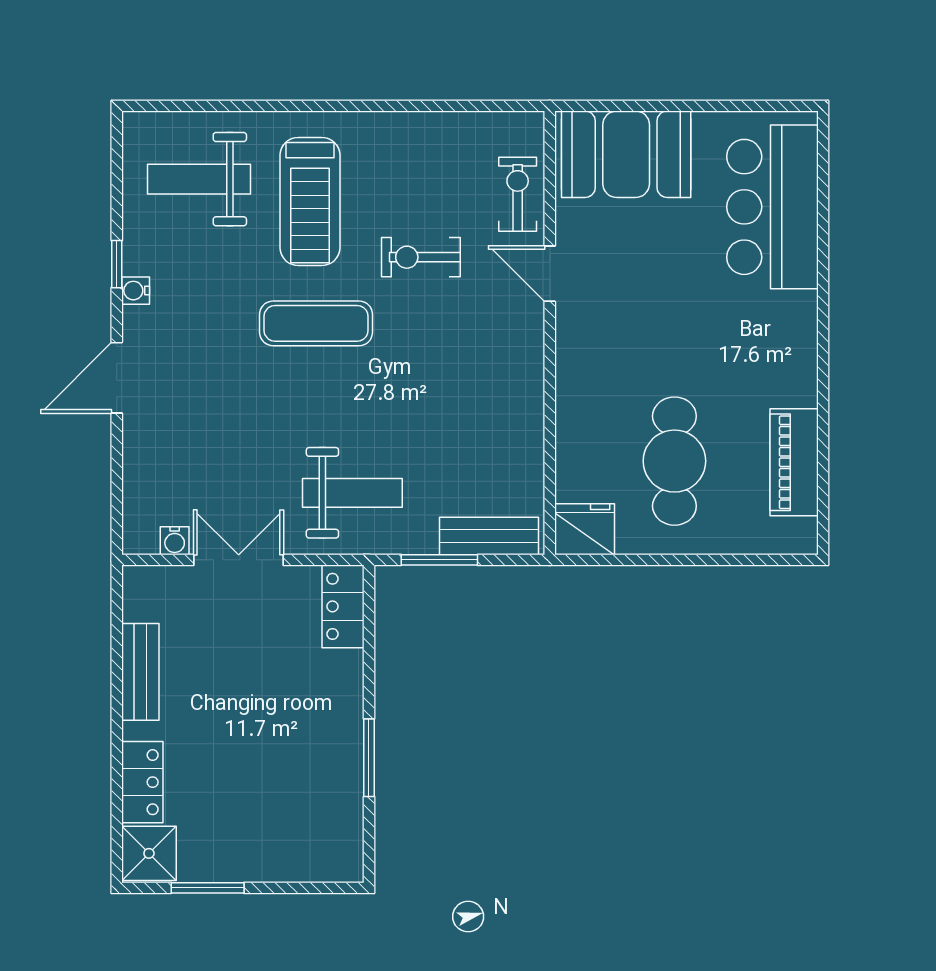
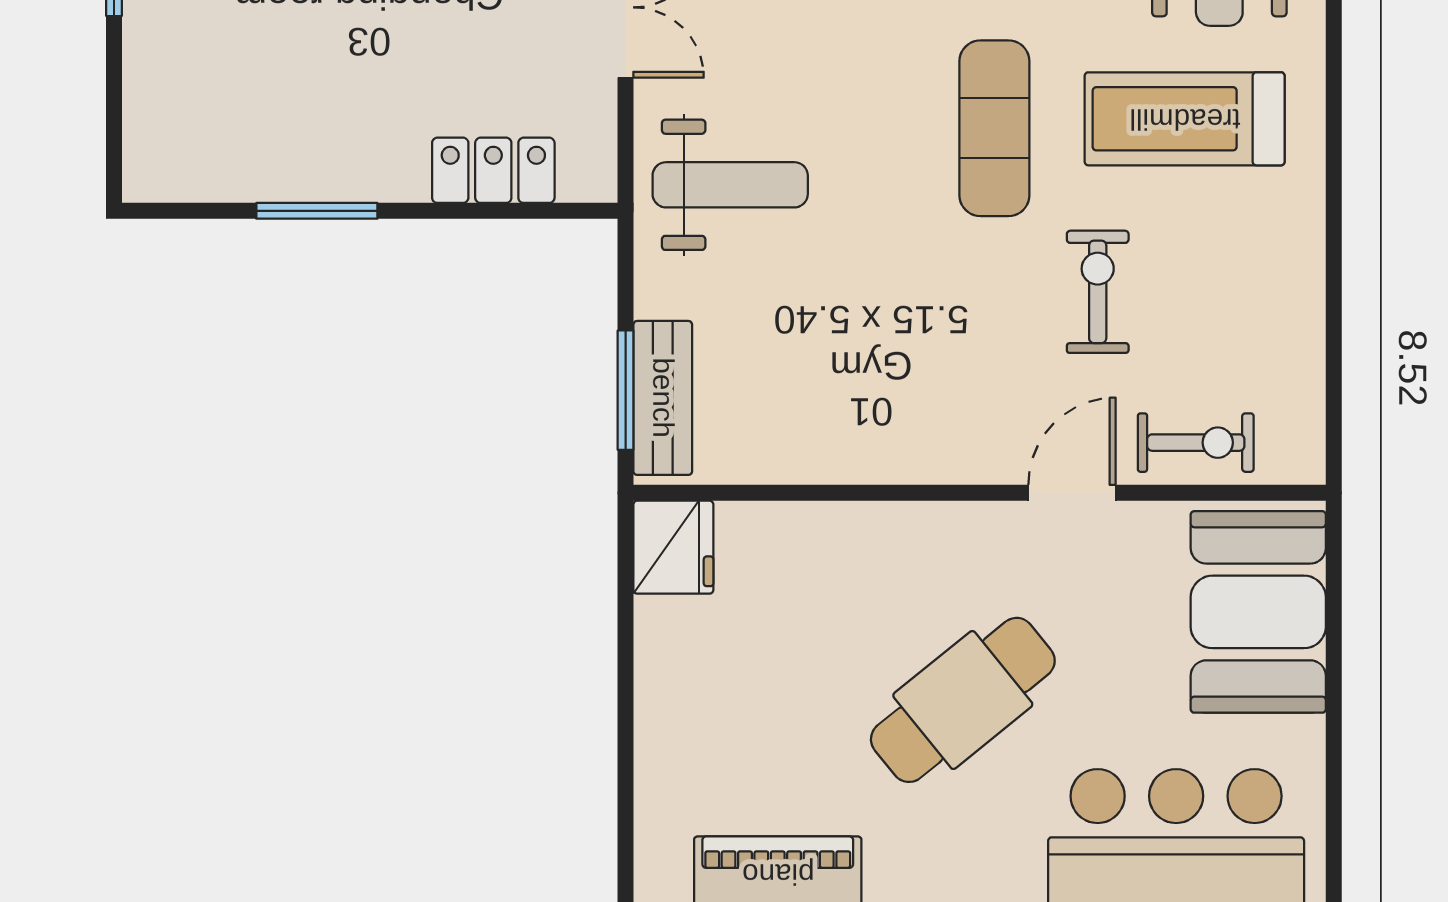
cafe table: (674, 461) -> (963, 700), moved, turned -39
weight bench: (352, 493) -> (730, 185), turned -90
window: (439, 560) -> (626, 390), moved
locker: (343, 606) -> (493, 170), moved

